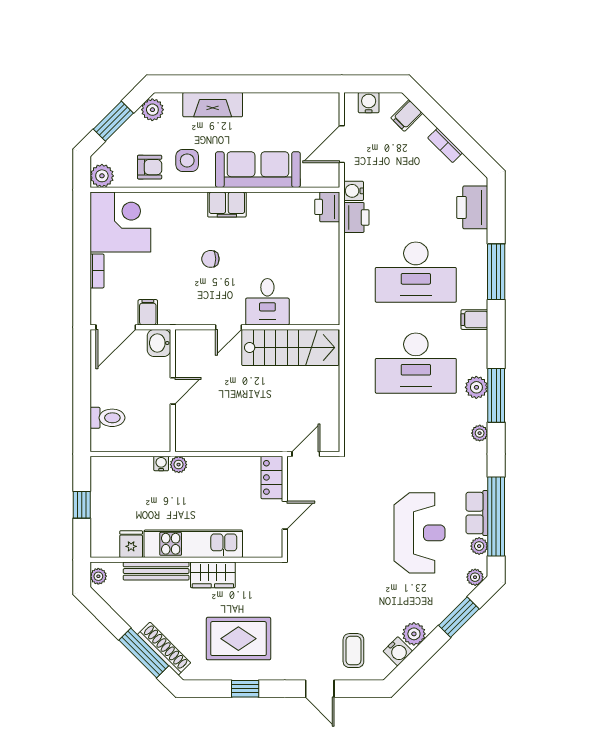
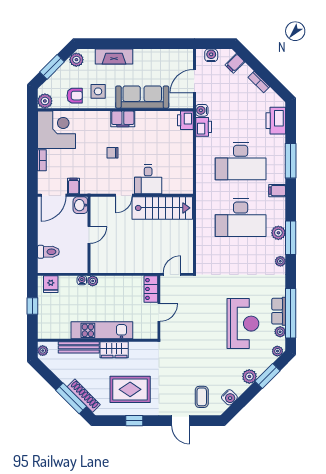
fridge: (131, 544) -> (51, 284), moved, turned 180
plant: (414, 634) -> (249, 376), moved

